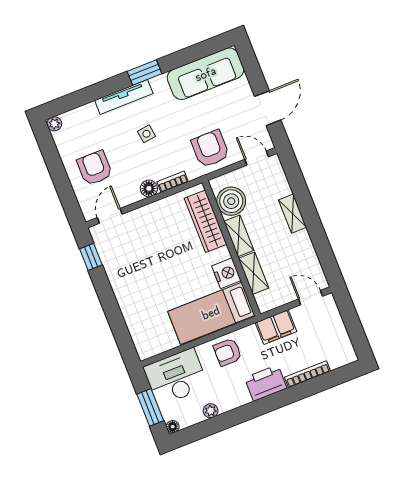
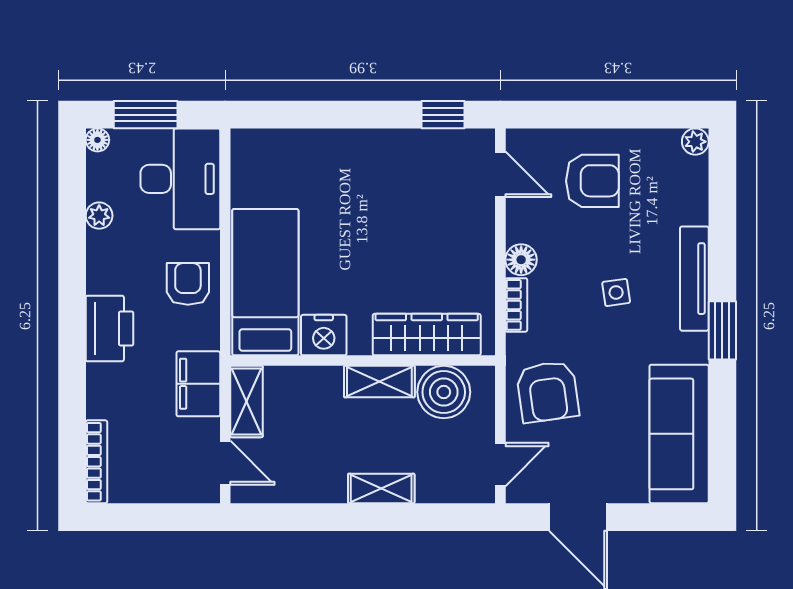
armchair: (210, 149) -> (548, 392), turned 82
shelving: (254, 273) -> (246, 401), moved, turned 90
door: (311, 298) -> (225, 463), hinge flipped
bookcase: (307, 374) -> (96, 462), moved

